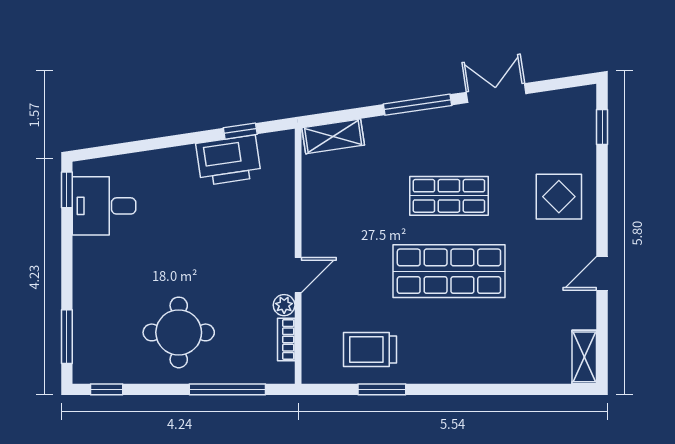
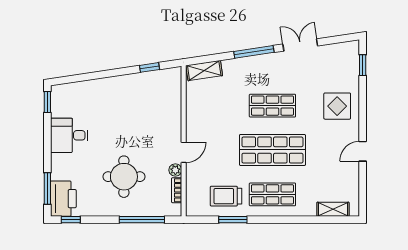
printer: (229, 160) -> (63, 199), moved, turned -82
desk: (104, 206) -> (69, 135), moved
round table: (179, 332) -> (124, 177), moved
shop shelf: (449, 347) -> (272, 194), added
shelving: (584, 357) -> (333, 209), moved, turned 90

